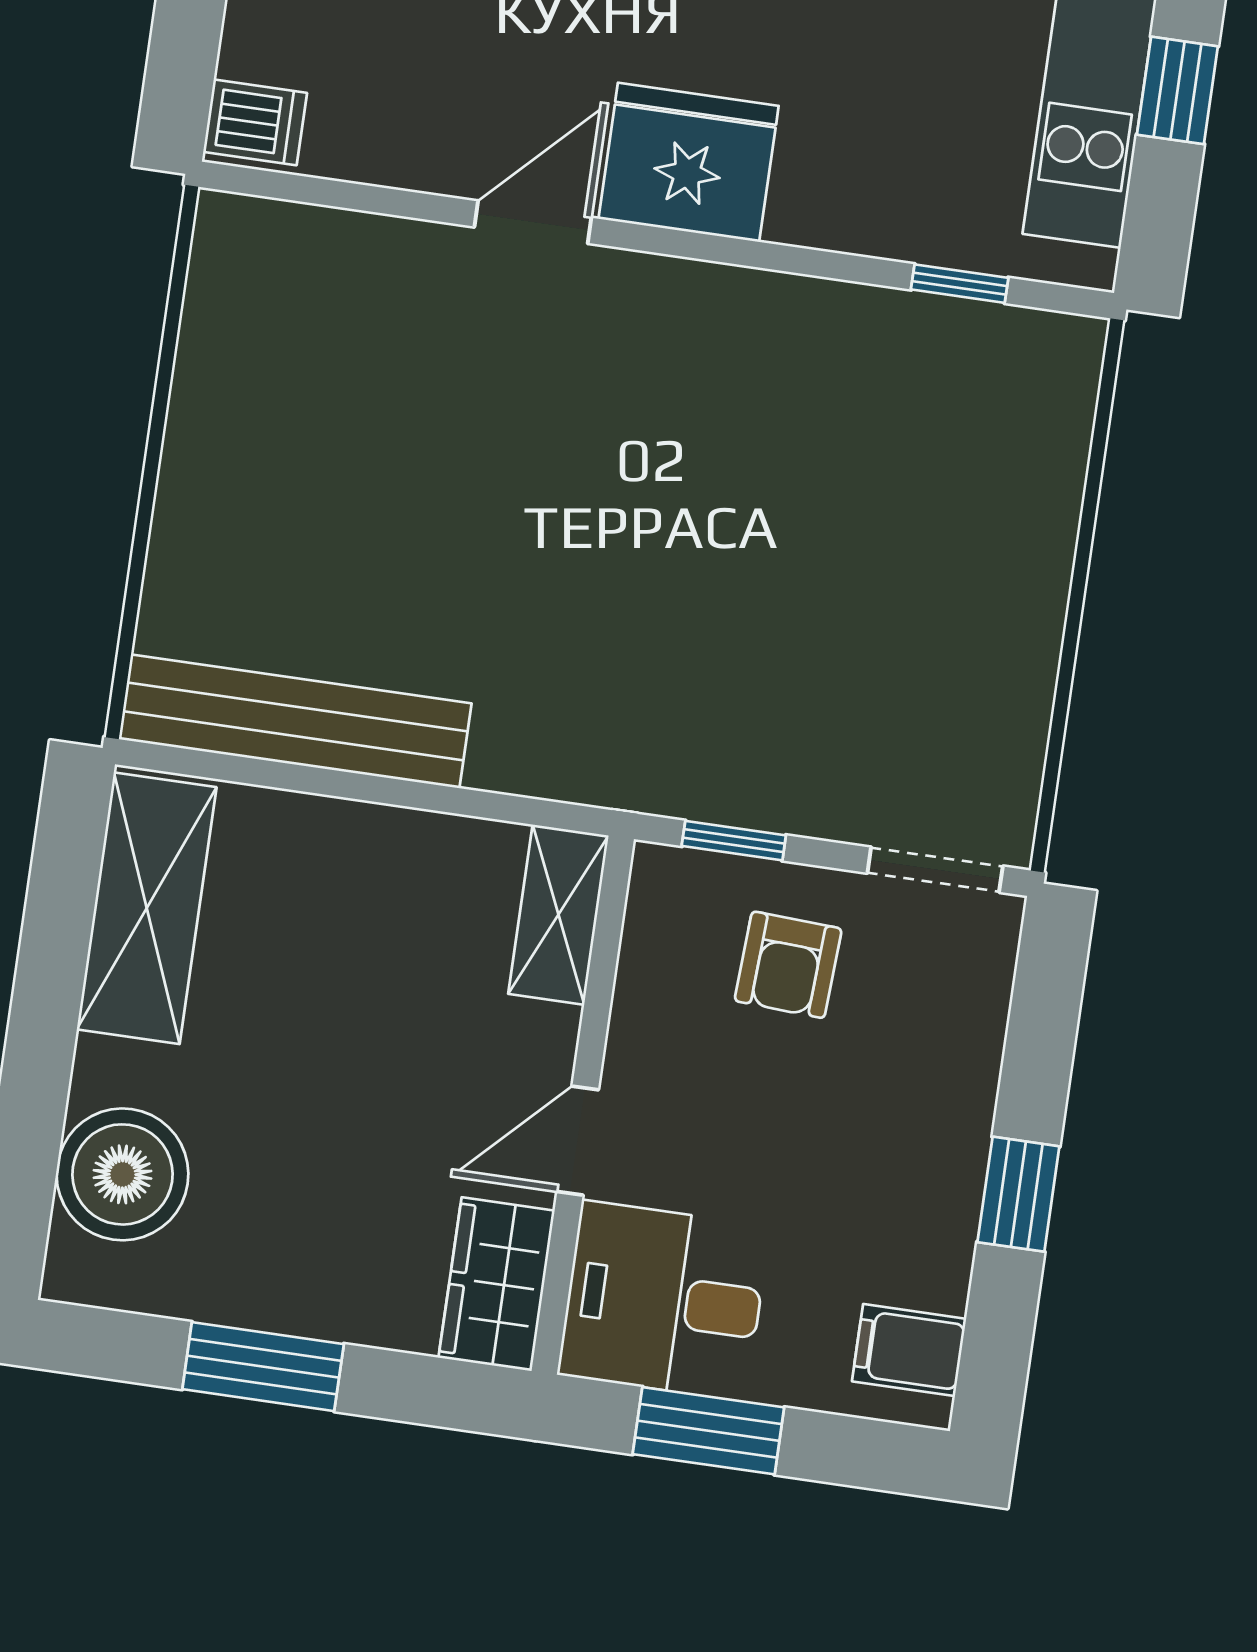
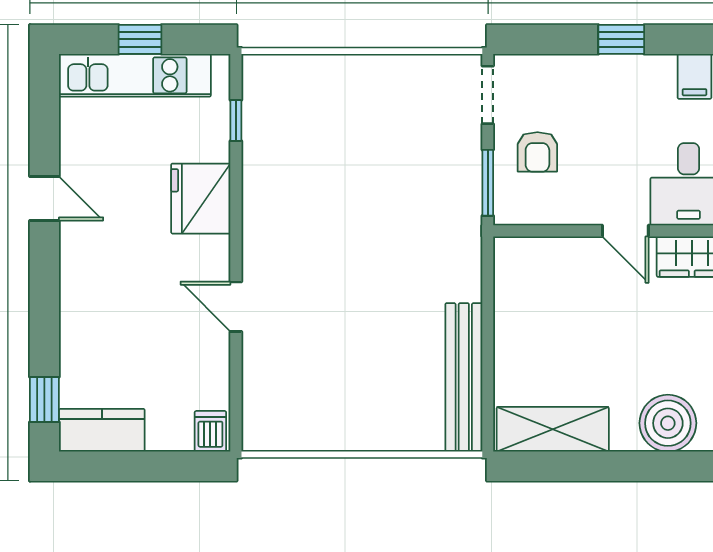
fridge: (689, 162) -> (201, 199), moved
window: (734, 841) -> (488, 183), width x1.50
shelving: (558, 915) -> (530, 253), removed
armchair: (788, 965) -> (537, 152), turned 87

